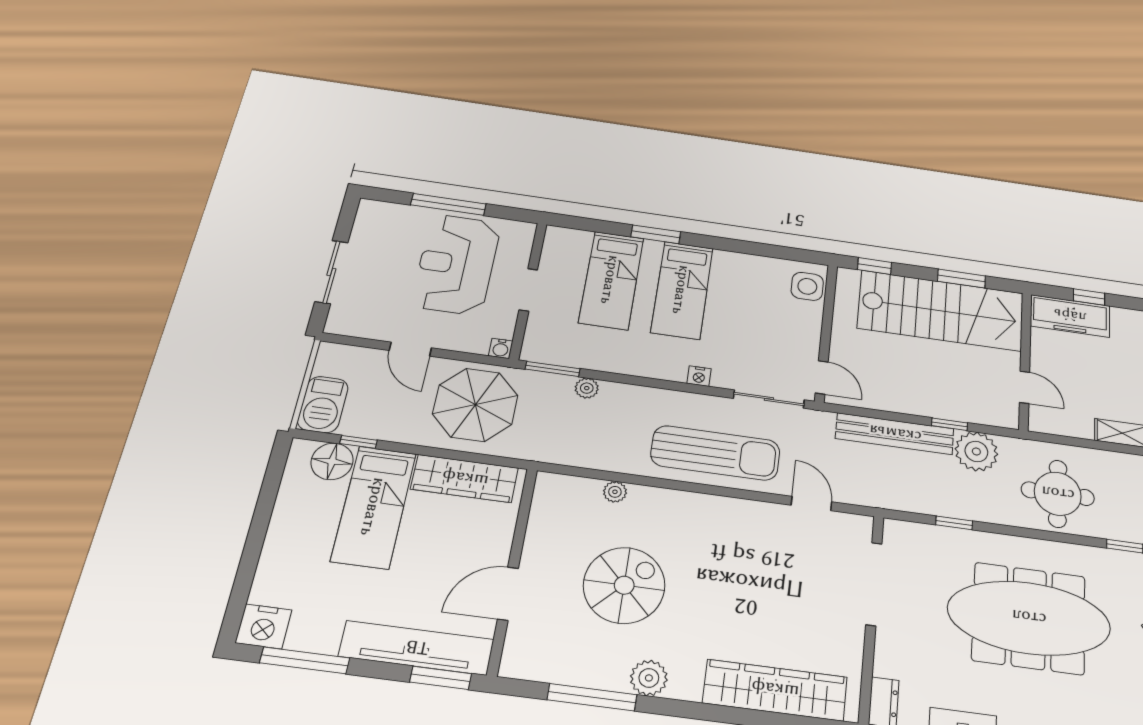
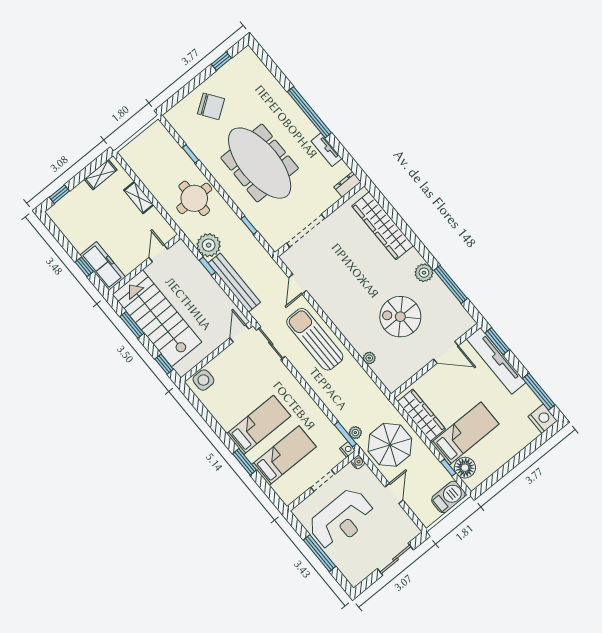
nightstand: (699, 376) -> (348, 450), moved
plant: (587, 388) -> (355, 433), moved

